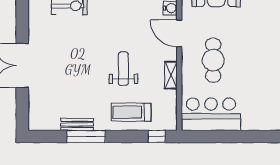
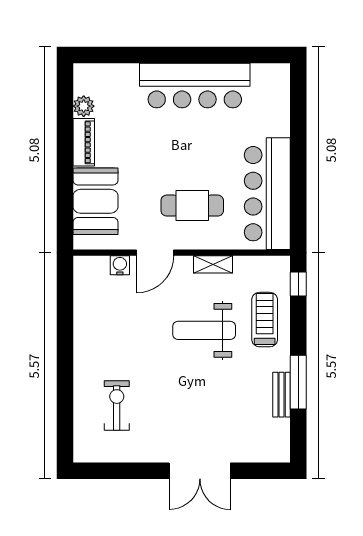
weight bench: (123, 69) -> (204, 330), width x1.36, depth x1.33
treadmill: (131, 112) -> (265, 320), turned 180
bar counter: (211, 114) -> (267, 194), width x1.36

